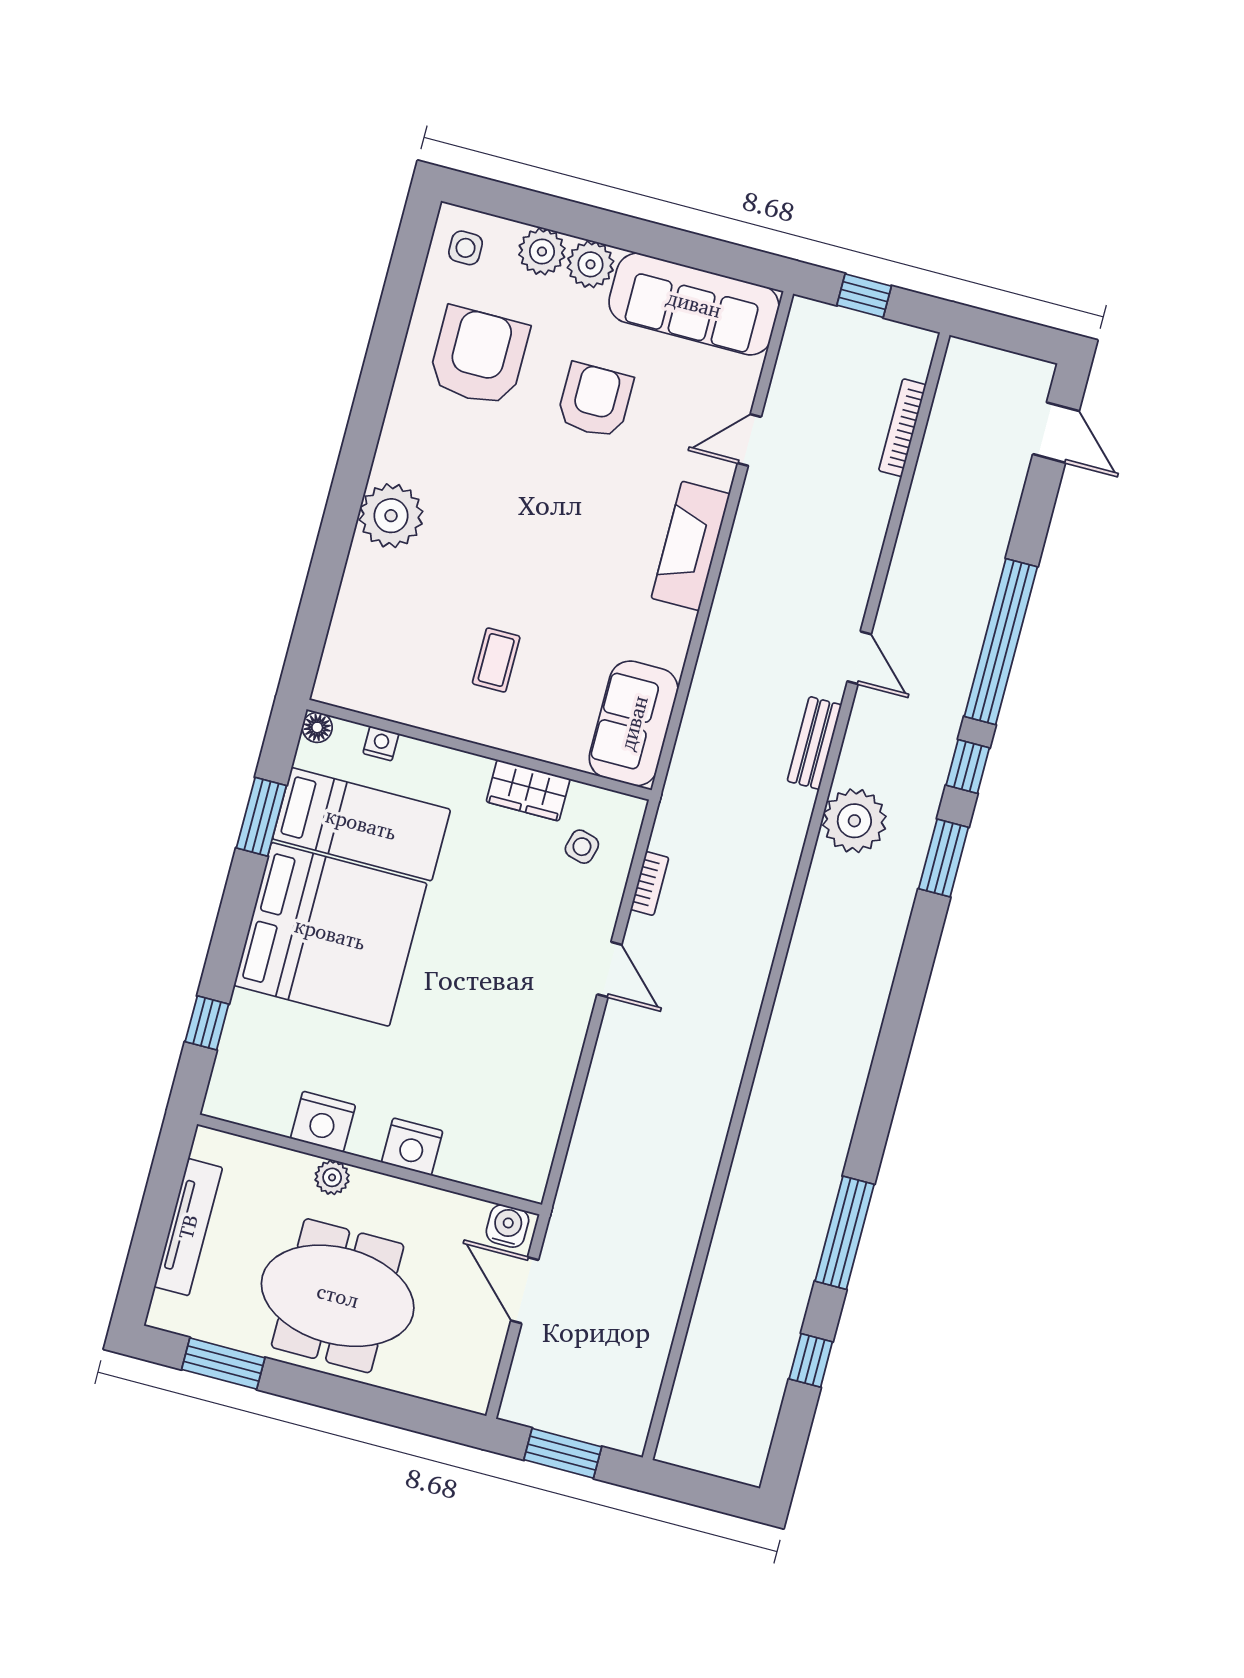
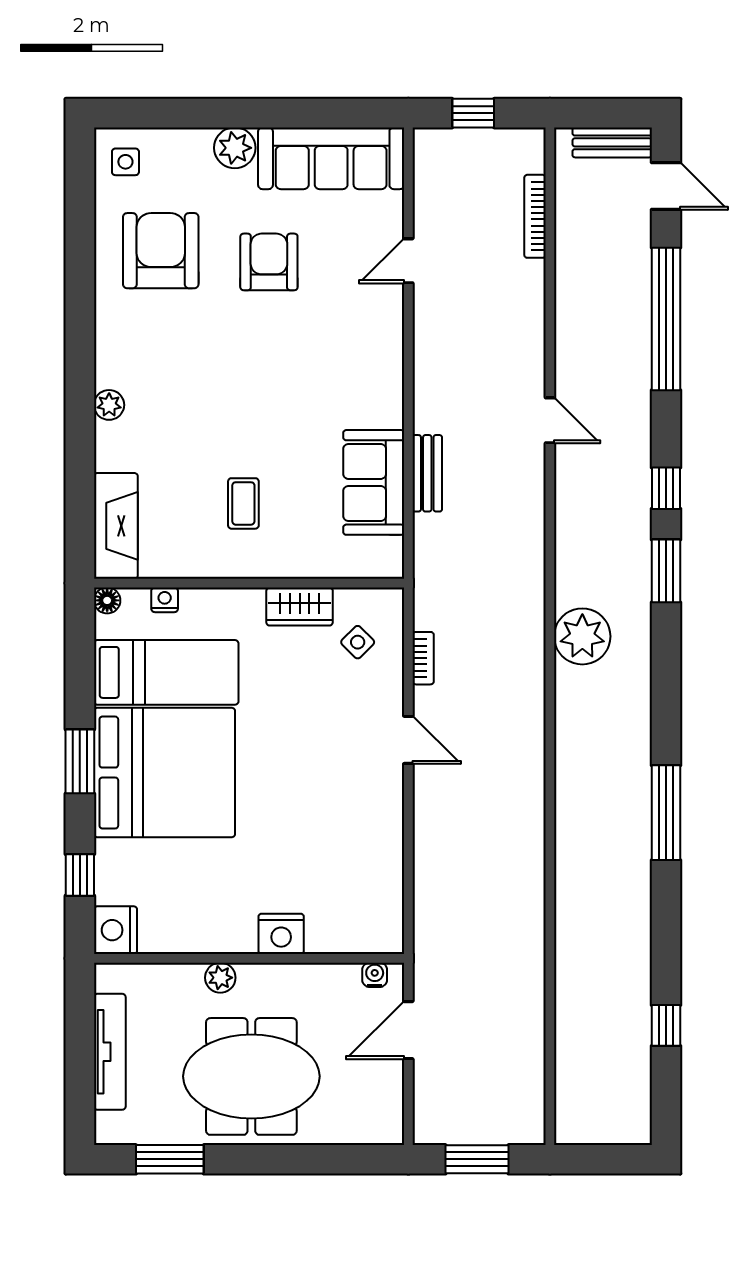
plant: (542, 251) -> (191, 148), removed
bench: (1009, 369) -> (612, 142), added
plant: (391, 516) -> (109, 405), width x0.53, depth x0.53
fireplace: (691, 546) -> (116, 526), moved, turned 180
window: (1001, 642) -> (666, 319), moved
sofa: (634, 723) -> (374, 482), moved
bench: (814, 743) -> (427, 473), moved
window: (261, 817) -> (80, 761), moved
plant: (854, 821) -> (582, 636), moved
side table: (582, 847) -> (358, 642), turned 30
nightstand: (323, 1122) -> (116, 930), moved, turned 90
water cooler: (507, 1226) -> (375, 975), width x0.72, depth x0.72
window: (845, 1233) -> (666, 813), moved
door: (525, 1290) -> (408, 1030), hinge flipped

